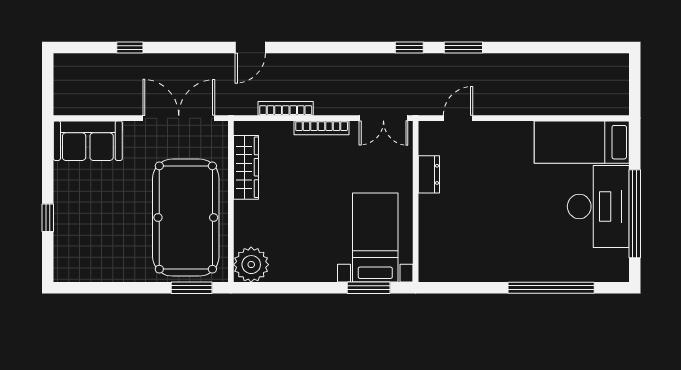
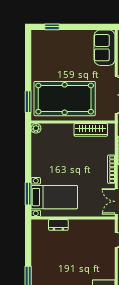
dresser: (429, 174) -> (58, 225), moved
window: (48, 218) -> (52, 27), moved
plant: (251, 265) -> (36, 128), width x0.53, depth x0.53

